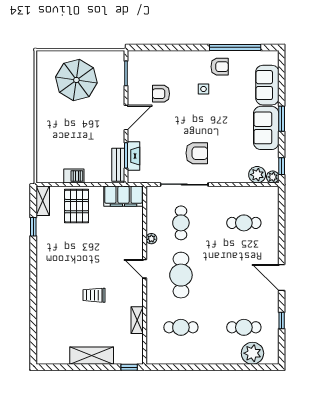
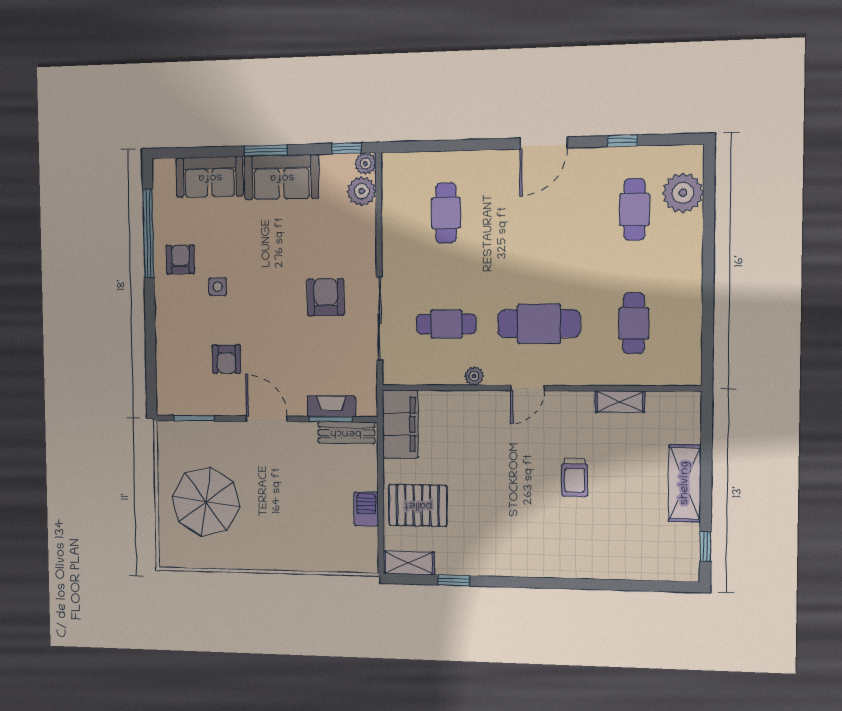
window: (129, 367) -> (705, 546), moved

